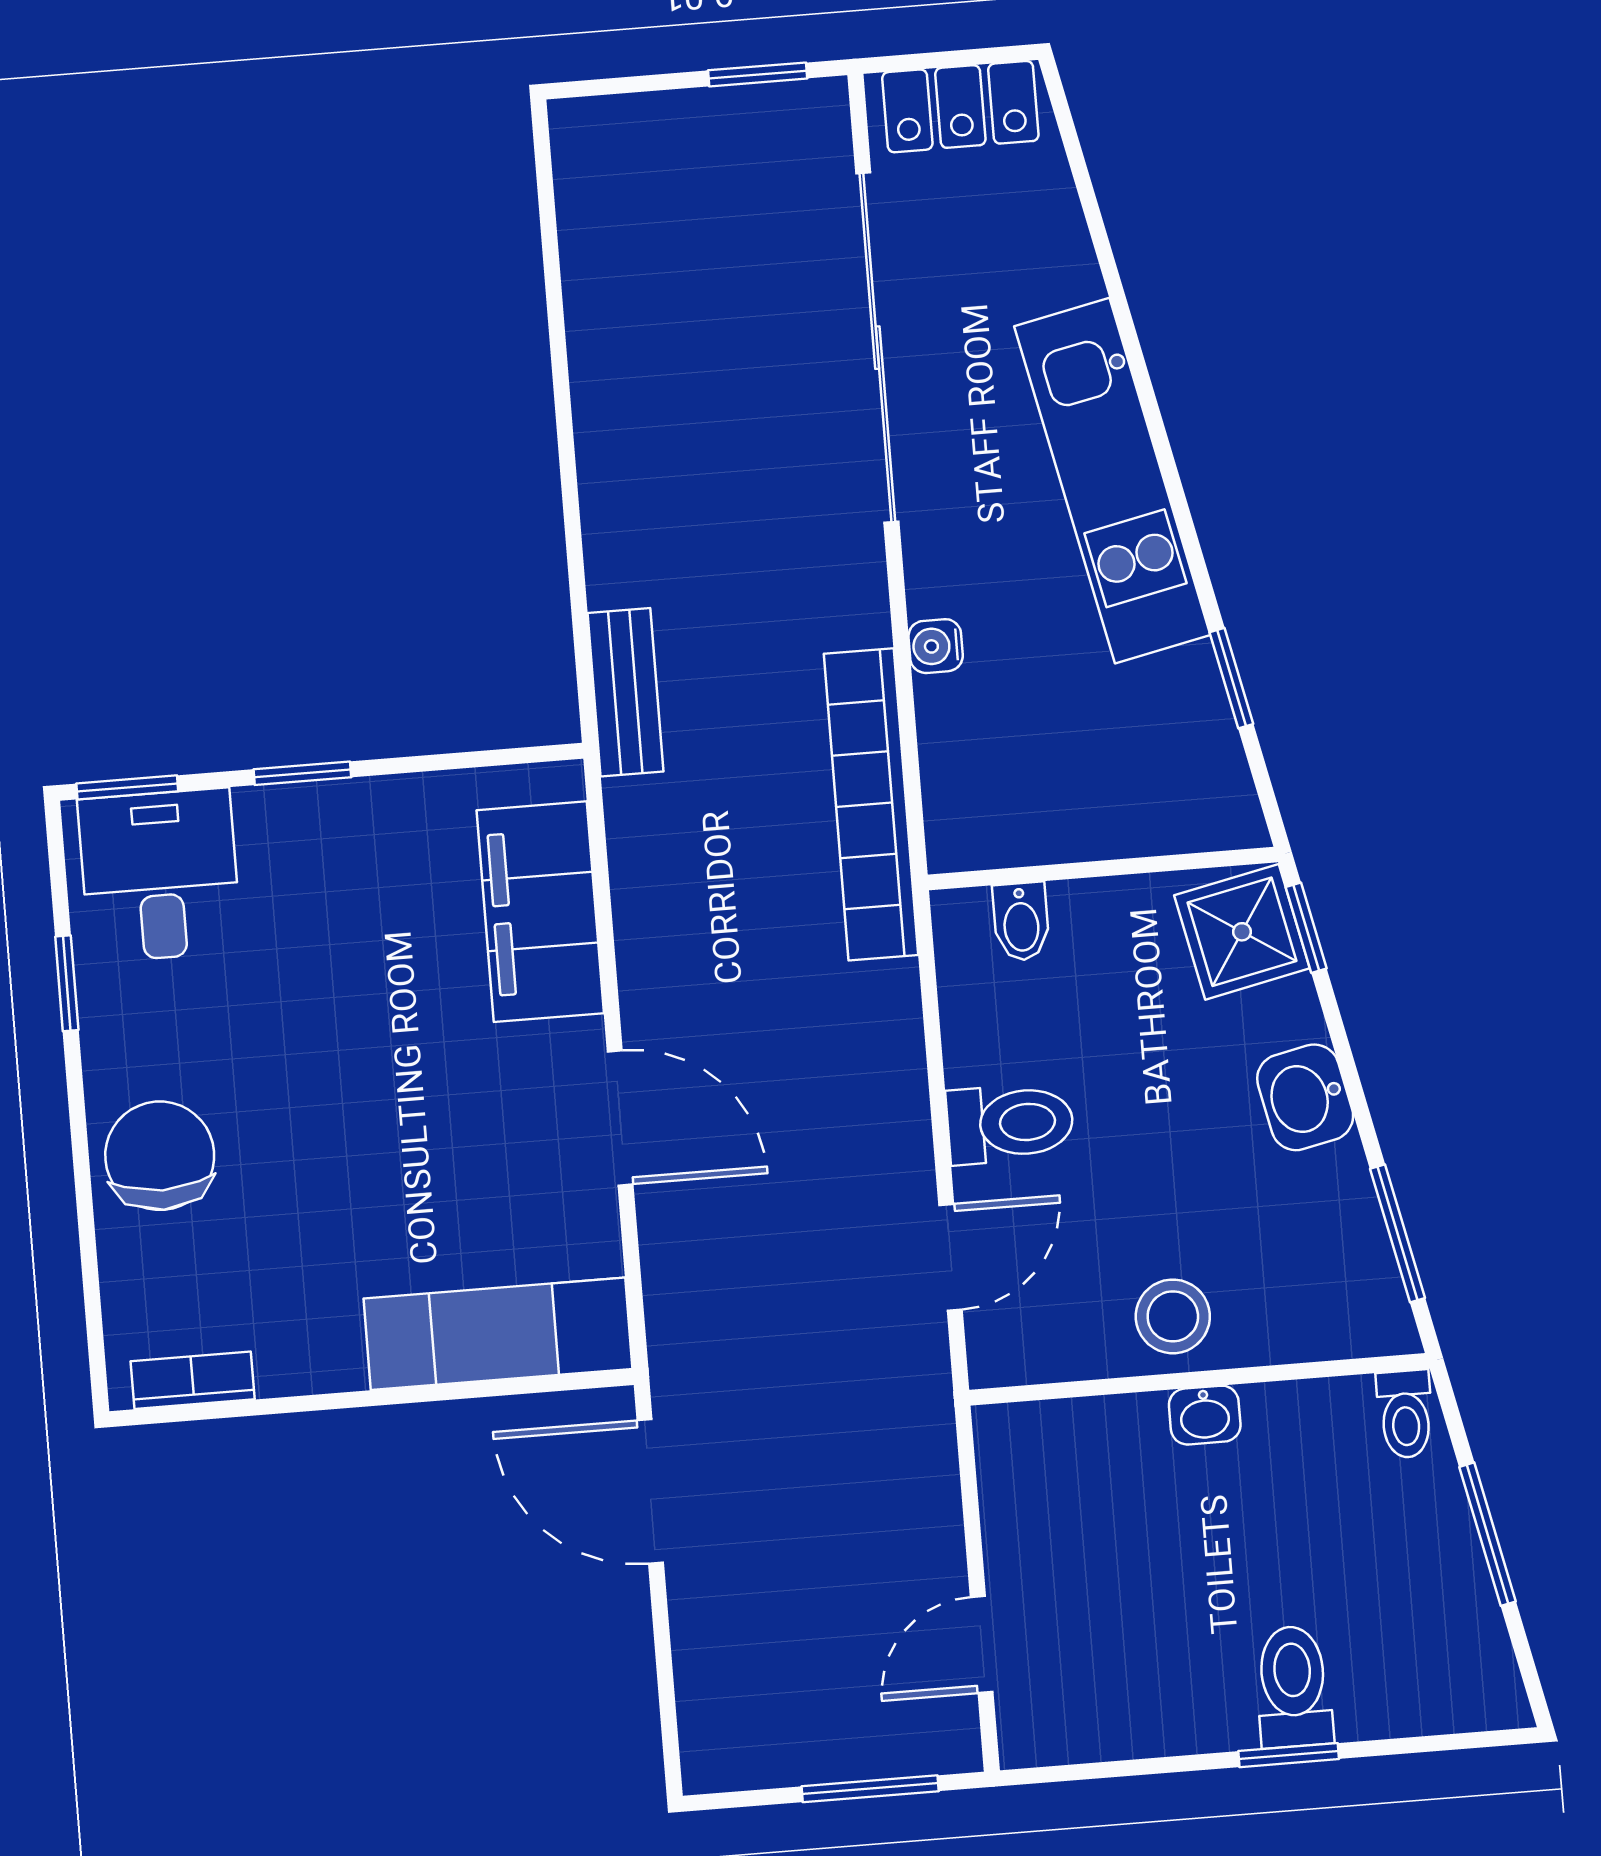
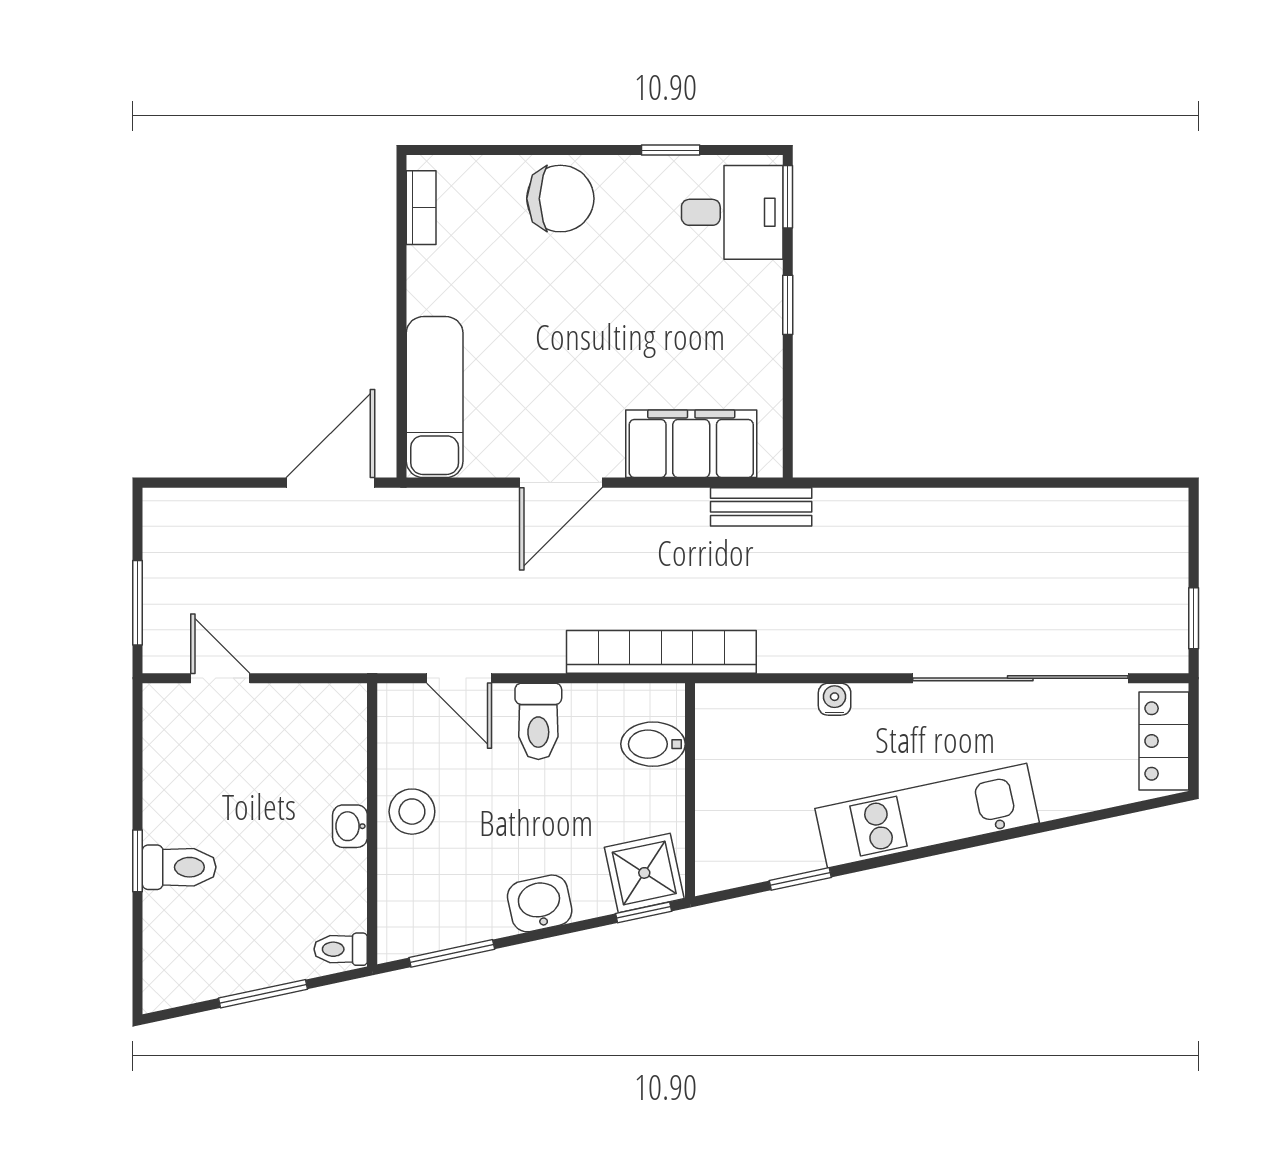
bench: (625, 692) -> (761, 507), moved
bookcase: (871, 804) -> (661, 652), moved
bidet: (1021, 922) -> (653, 744), width x1.38, depth x1.36

